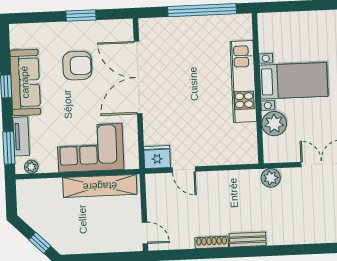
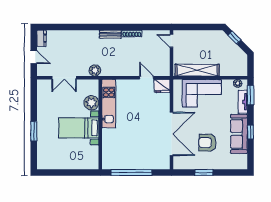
kitchen unit: (243, 82) -> (109, 104), moved

